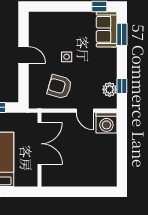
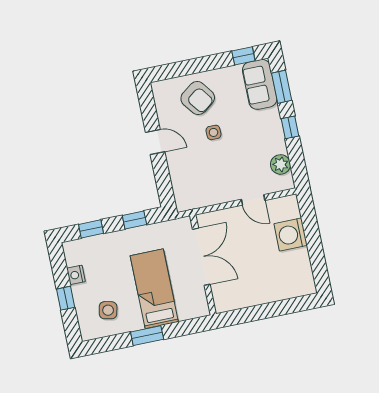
window: (122, 86) -> (290, 127), moved
armchair: (60, 87) -> (198, 98), moved, turned -143
washing machine: (106, 123) -> (291, 235), moved, turned 90

